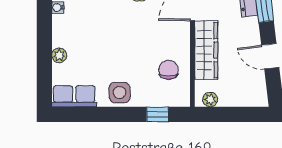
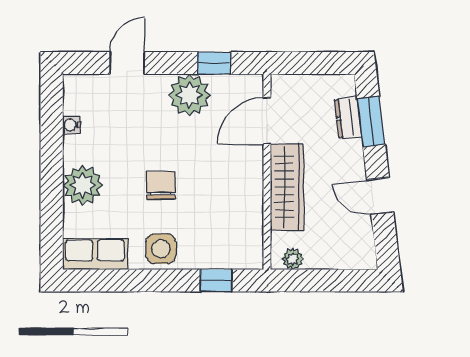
plant: (59, 55) -> (83, 185), width x1.88, depth x1.88
chair: (168, 70) -> (161, 185), moved

